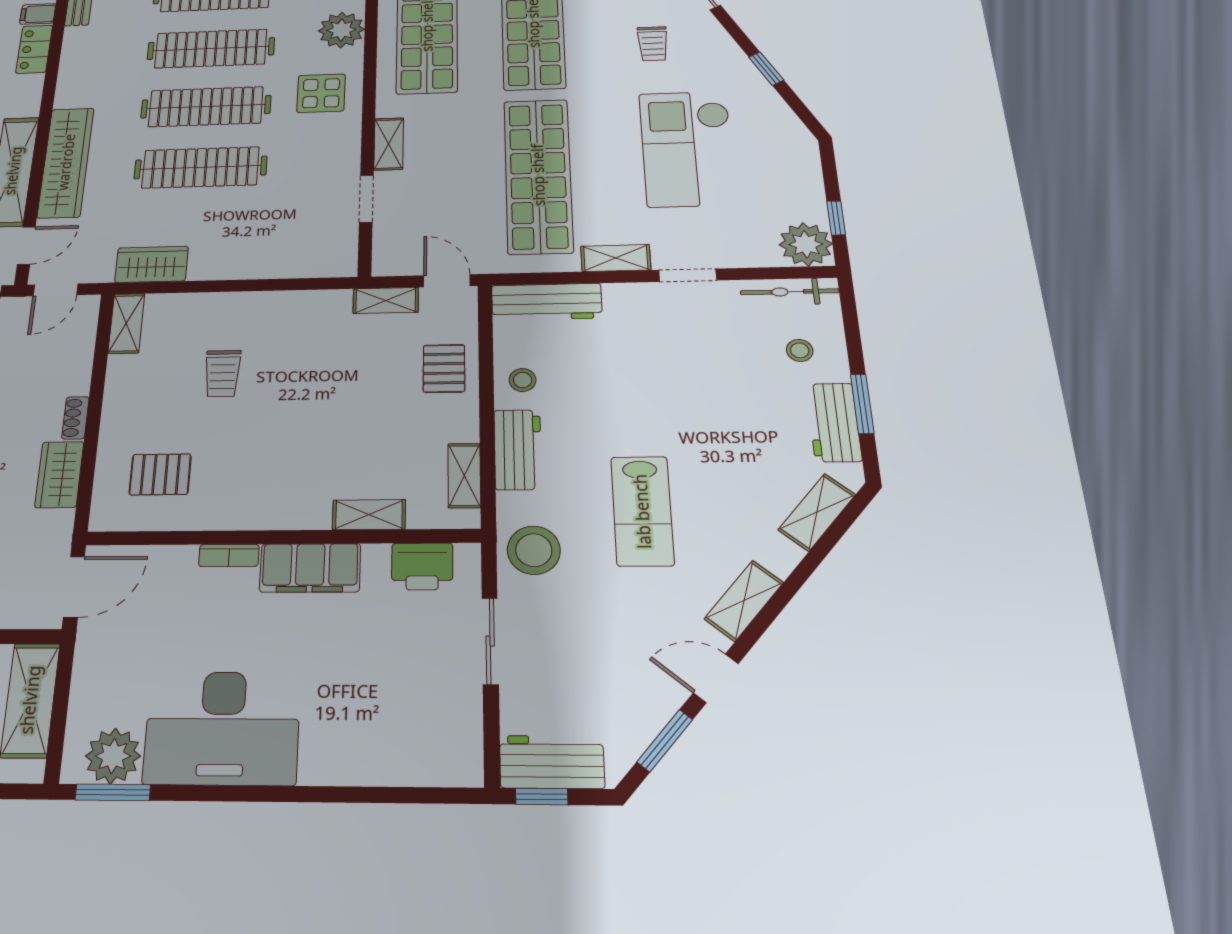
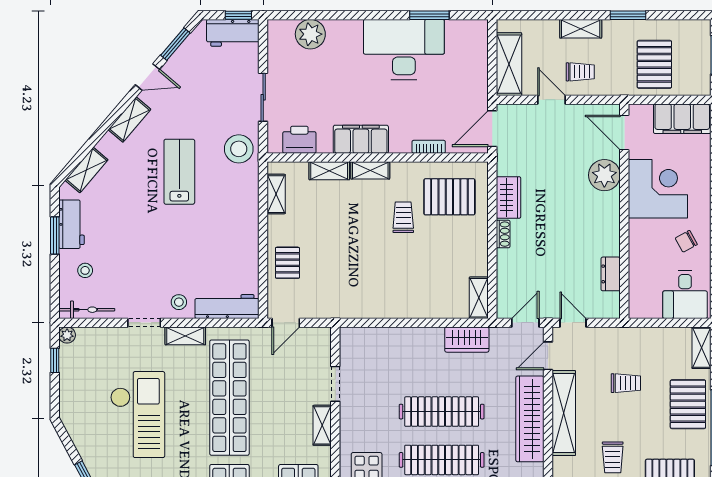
plant: (806, 244) -> (67, 335), width x0.53, depth x0.53
door: (447, 281) -> (286, 323), hinge flipped
shelving: (386, 300) -> (370, 170), moved
trolley: (222, 373) -> (403, 217), moved
stool: (523, 380) -> (179, 302), moved
workbench: (518, 450) -> (246, 210), removed
pallet: (160, 474) -> (449, 197), width x1.50, depth x1.42
bookcase: (229, 555) -> (429, 147), moved
plant: (113, 756) -> (310, 34), moved
window: (113, 792) -> (429, 15), moved

